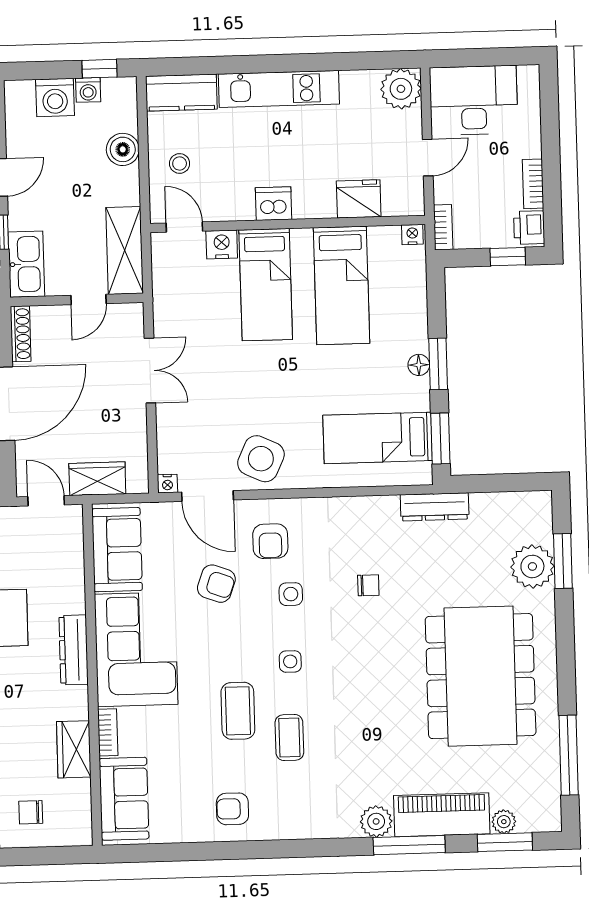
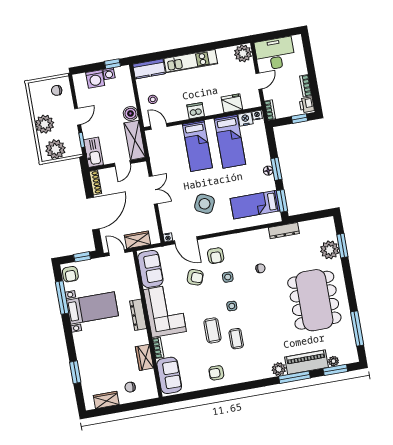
boiler: (123, 149) -> (130, 114), moved
nightstand: (222, 244) -> (245, 119), moved
side table: (261, 459) -> (204, 204), moved

